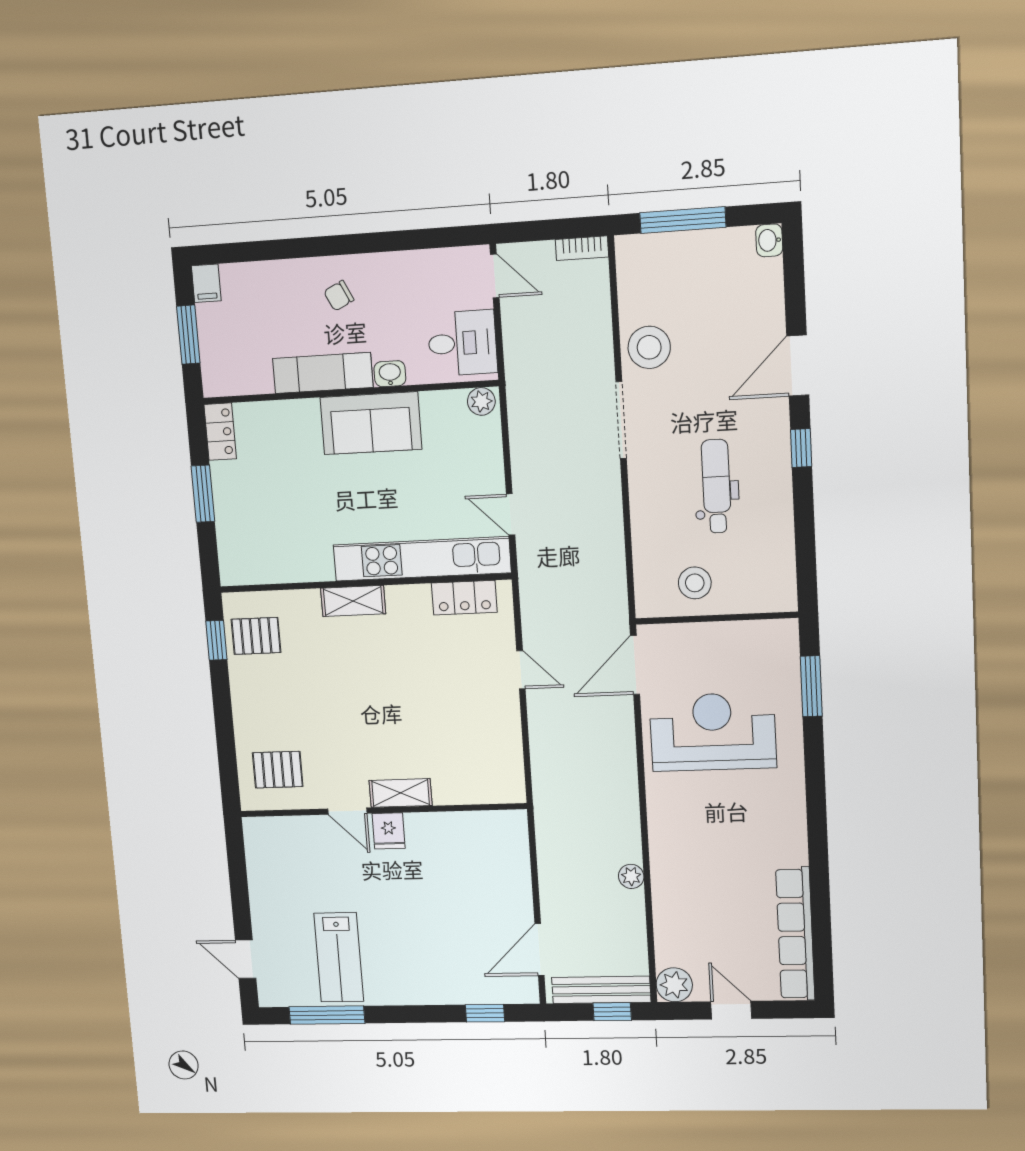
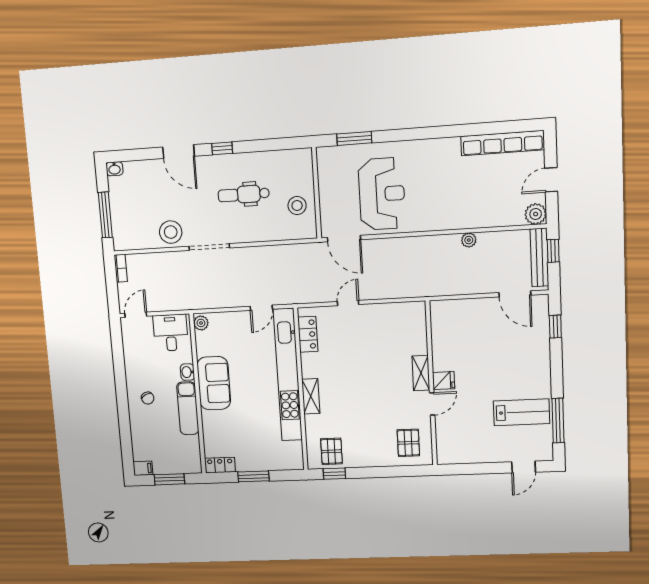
kitchen unit: (422, 559) -> (288, 375), width x1.36
reception desk: (713, 732) -> (382, 194), turned 180

